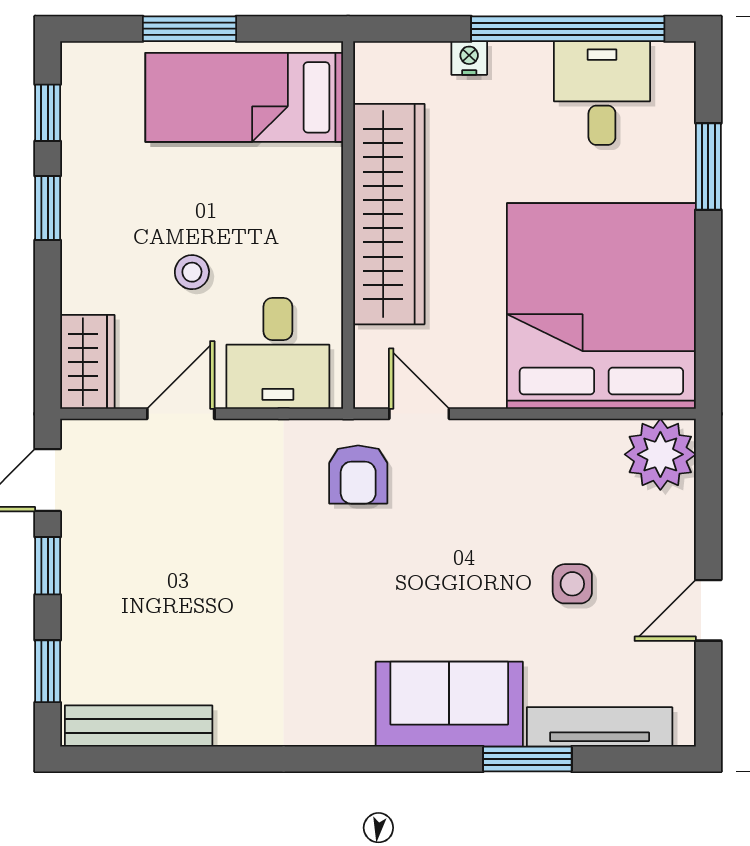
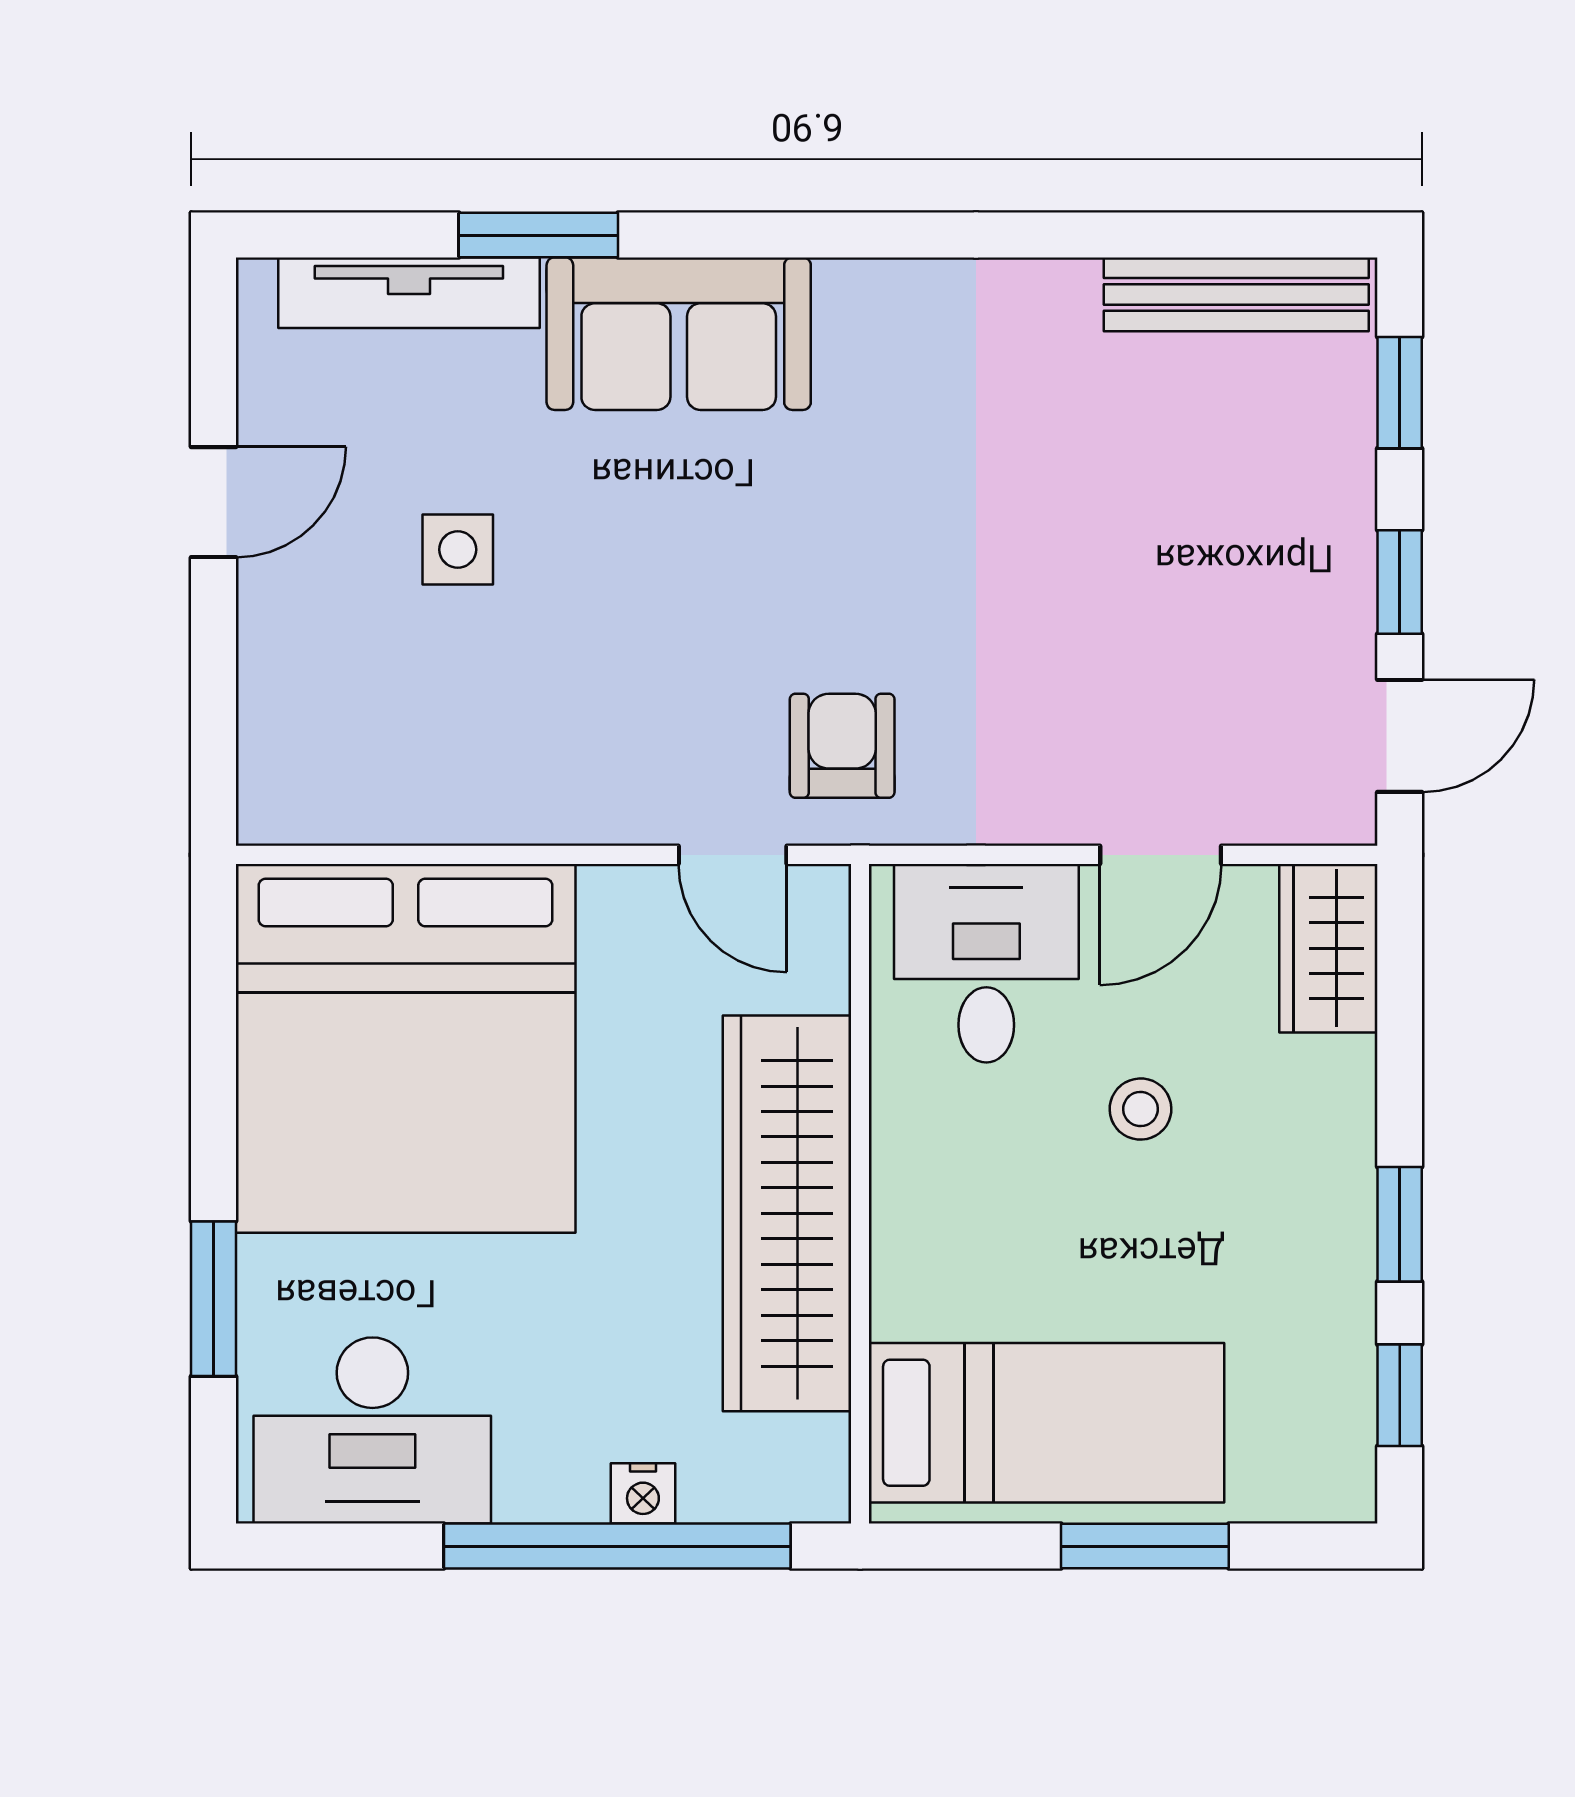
window: (568, 29) -> (617, 1546), moved
desk: (602, 93) -> (372, 1431), width x1.37
plant: (660, 454) -> (300, 782), removed

